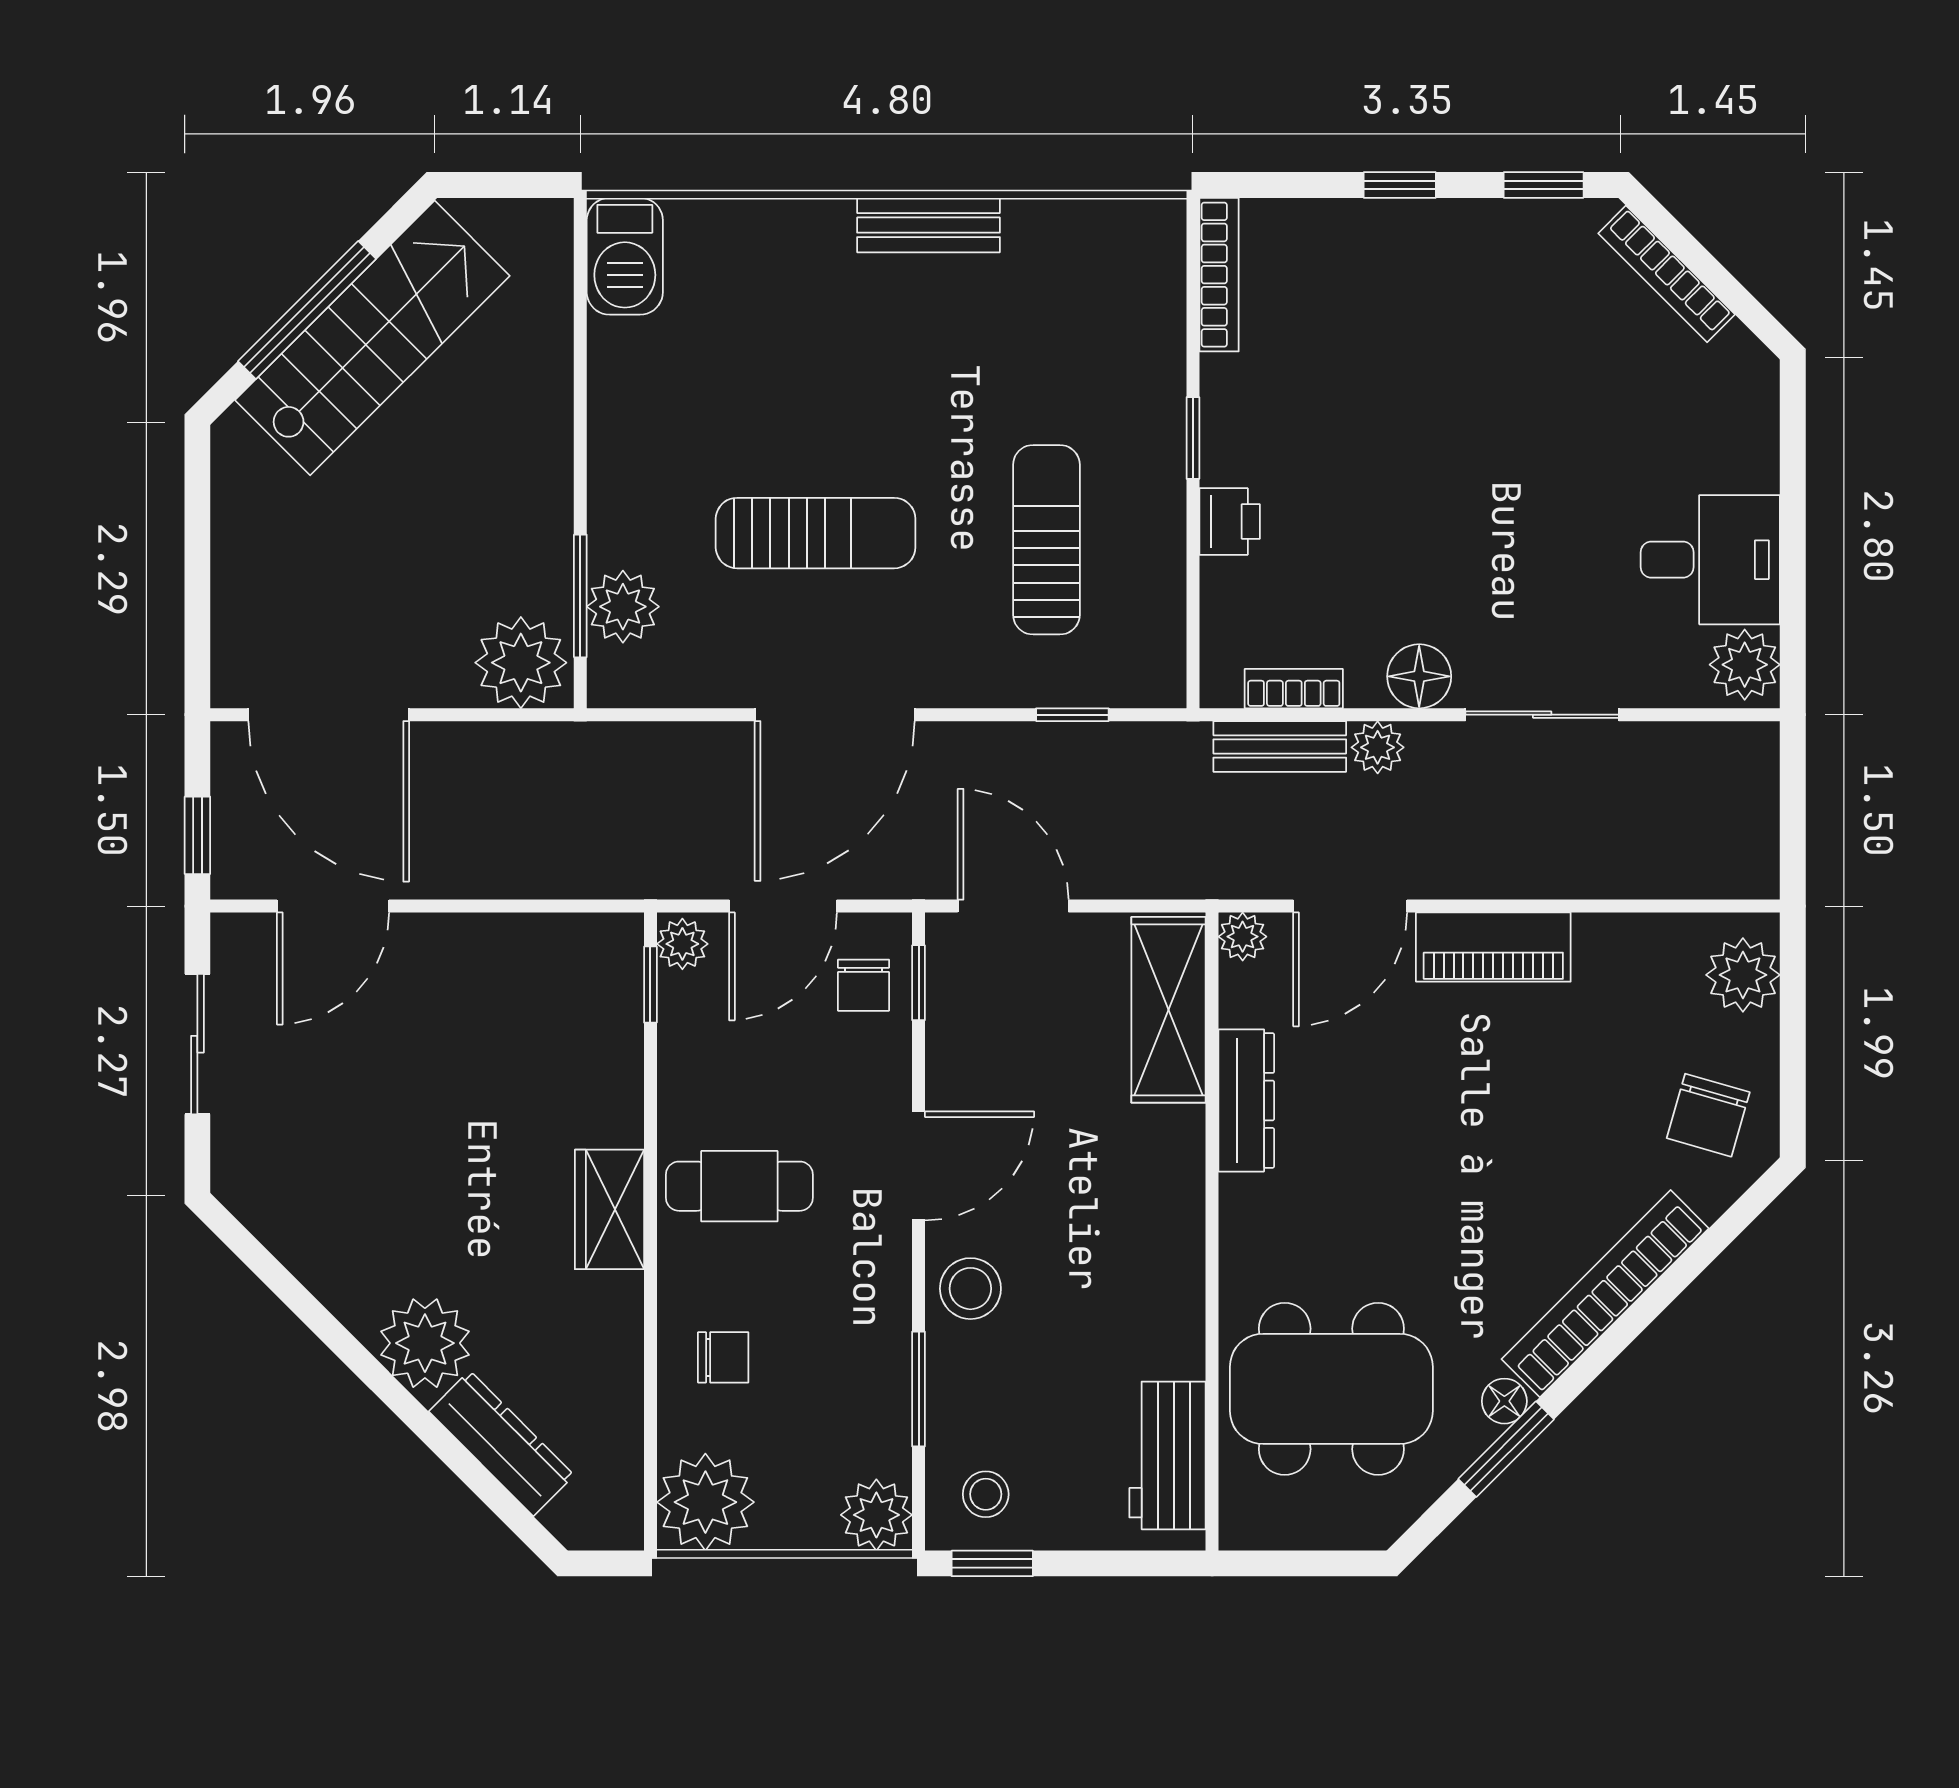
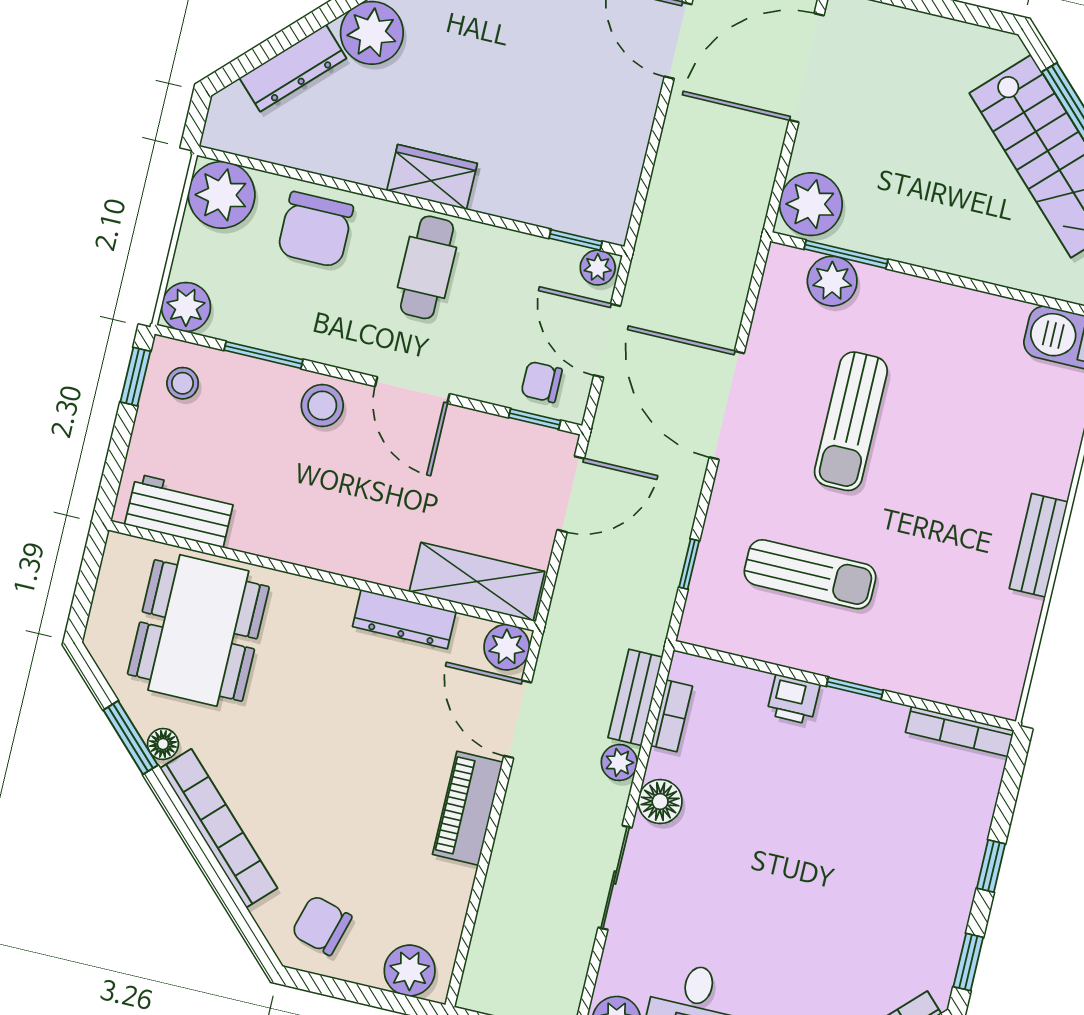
plant: (1243, 937) -> (507, 647), width x1.38, depth x1.38
chair: (723, 1357) -> (315, 230), width x1.87, depth x1.87

